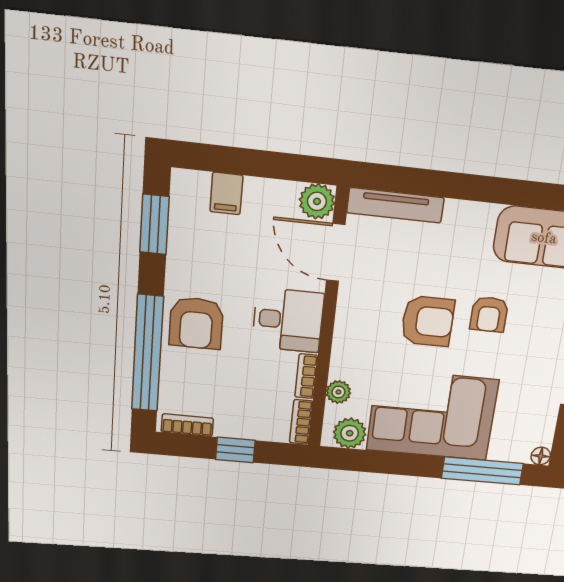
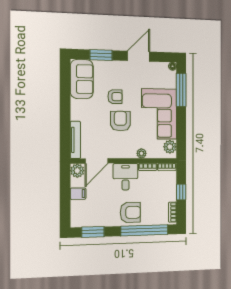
filing cabinet: (226, 193) -> (78, 194), moved
plant: (338, 392) -> (141, 153), moved

